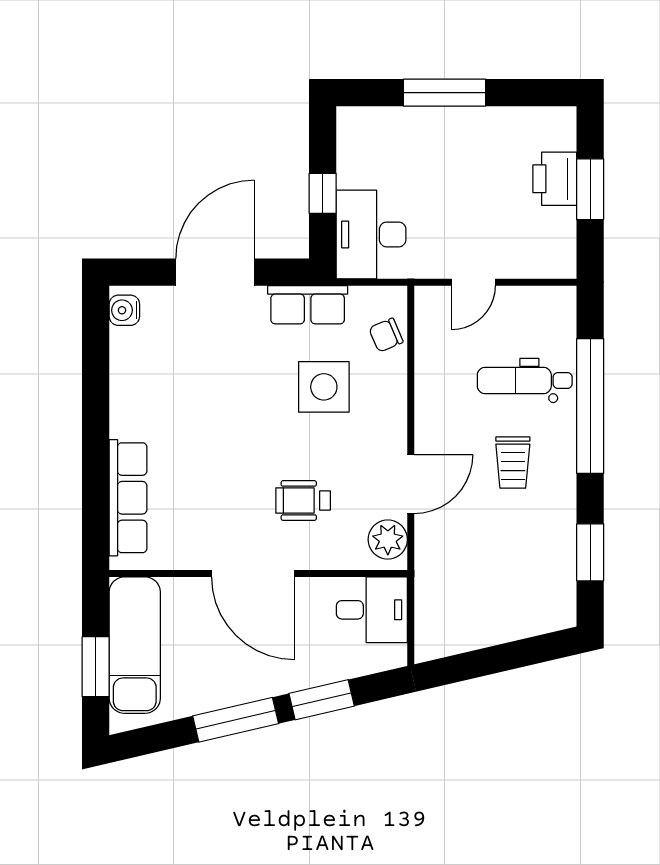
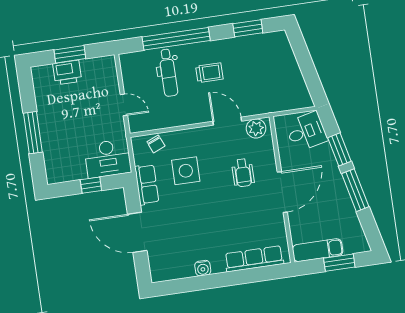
water cooler: (124, 310) -> (203, 268), moved
desk: (372, 610) -> (306, 132), moved, turned 77
exam couch: (135, 645) -> (318, 250), width x0.73, depth x0.69

